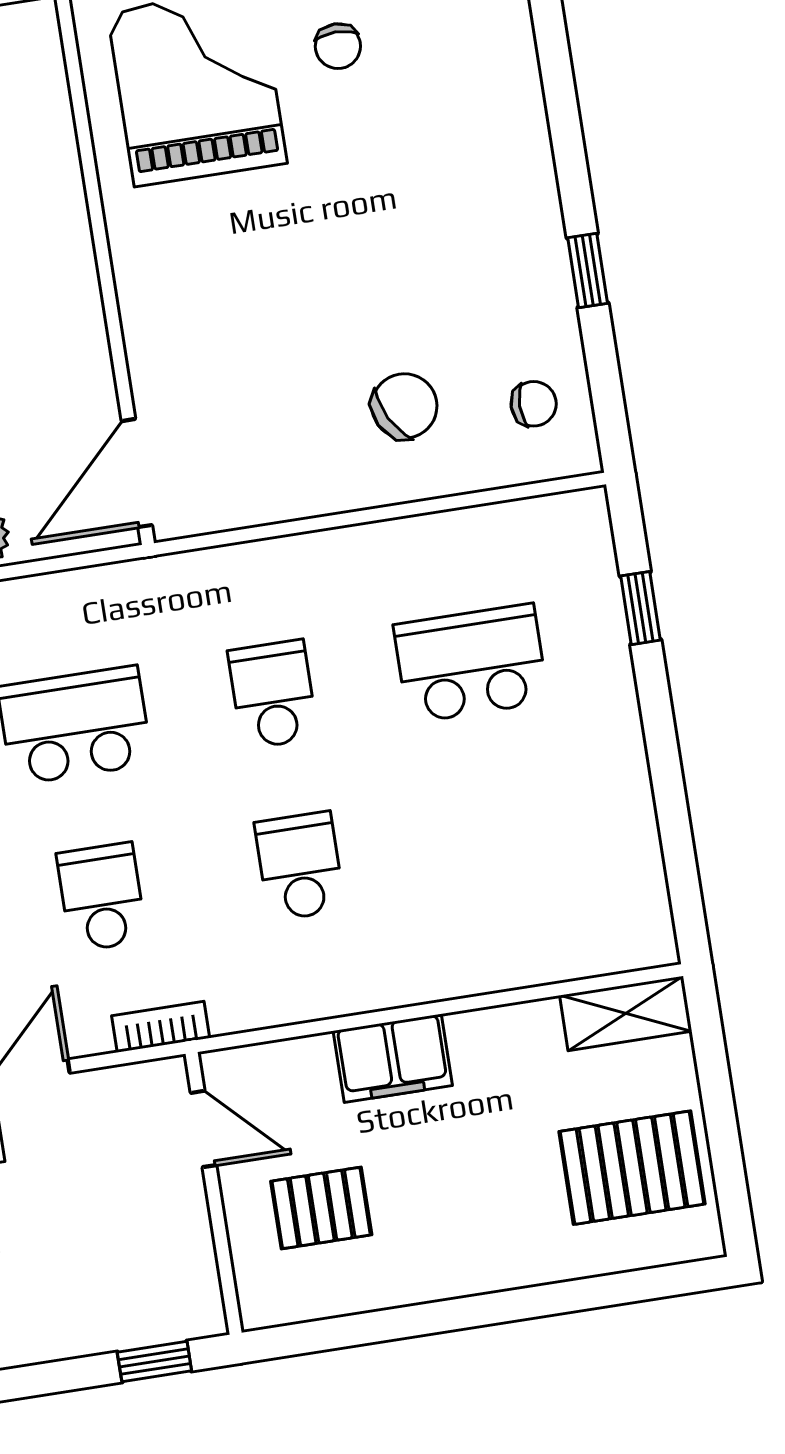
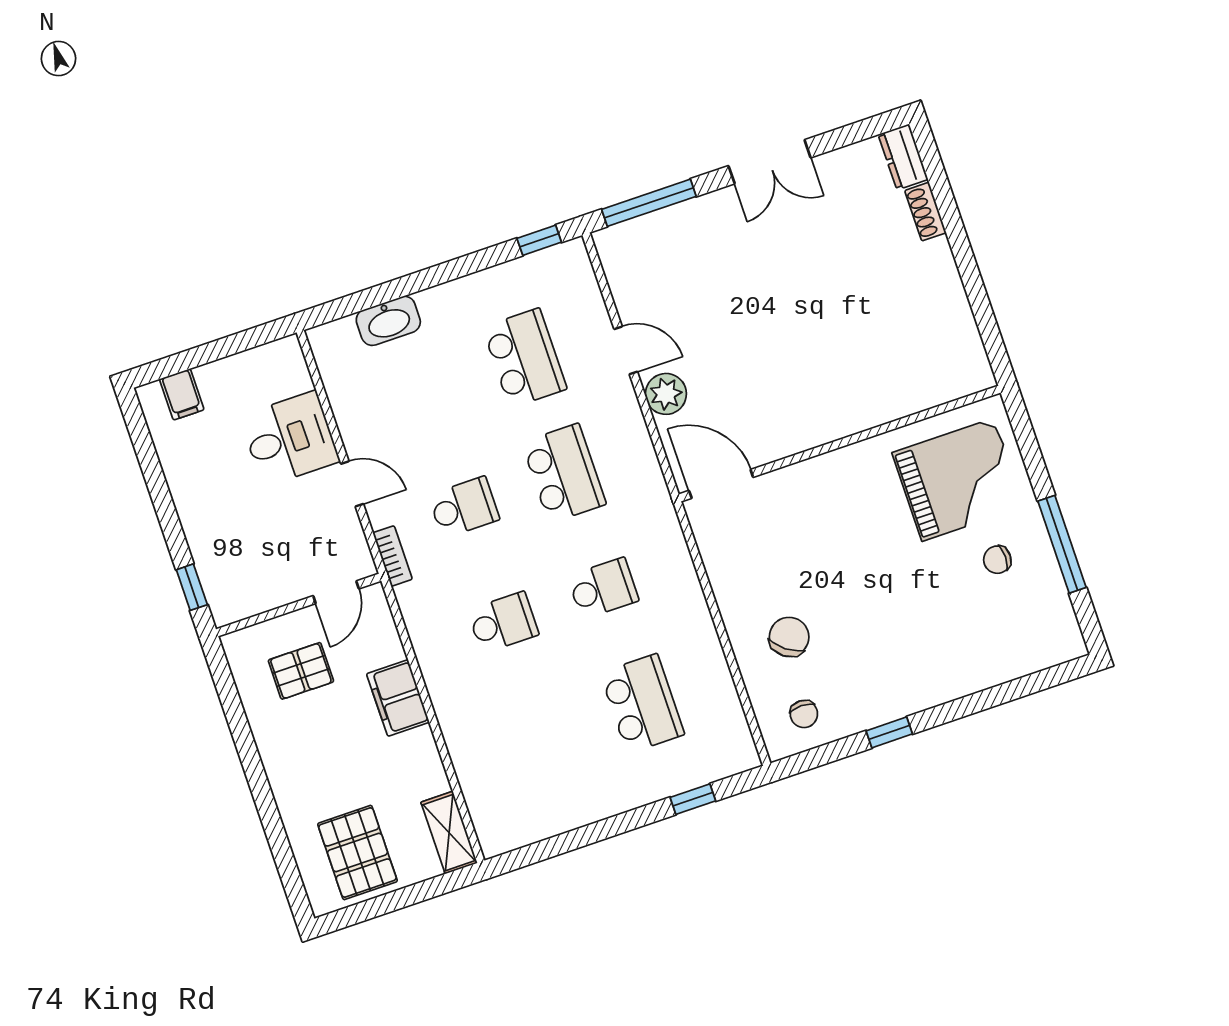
chair: (404, 406) -> (789, 637), turned -115
pallet: (321, 1208) -> (301, 671), turned 90

